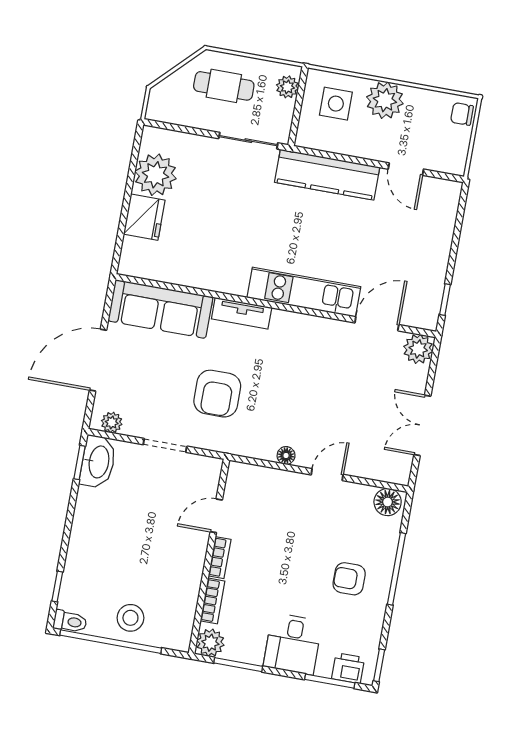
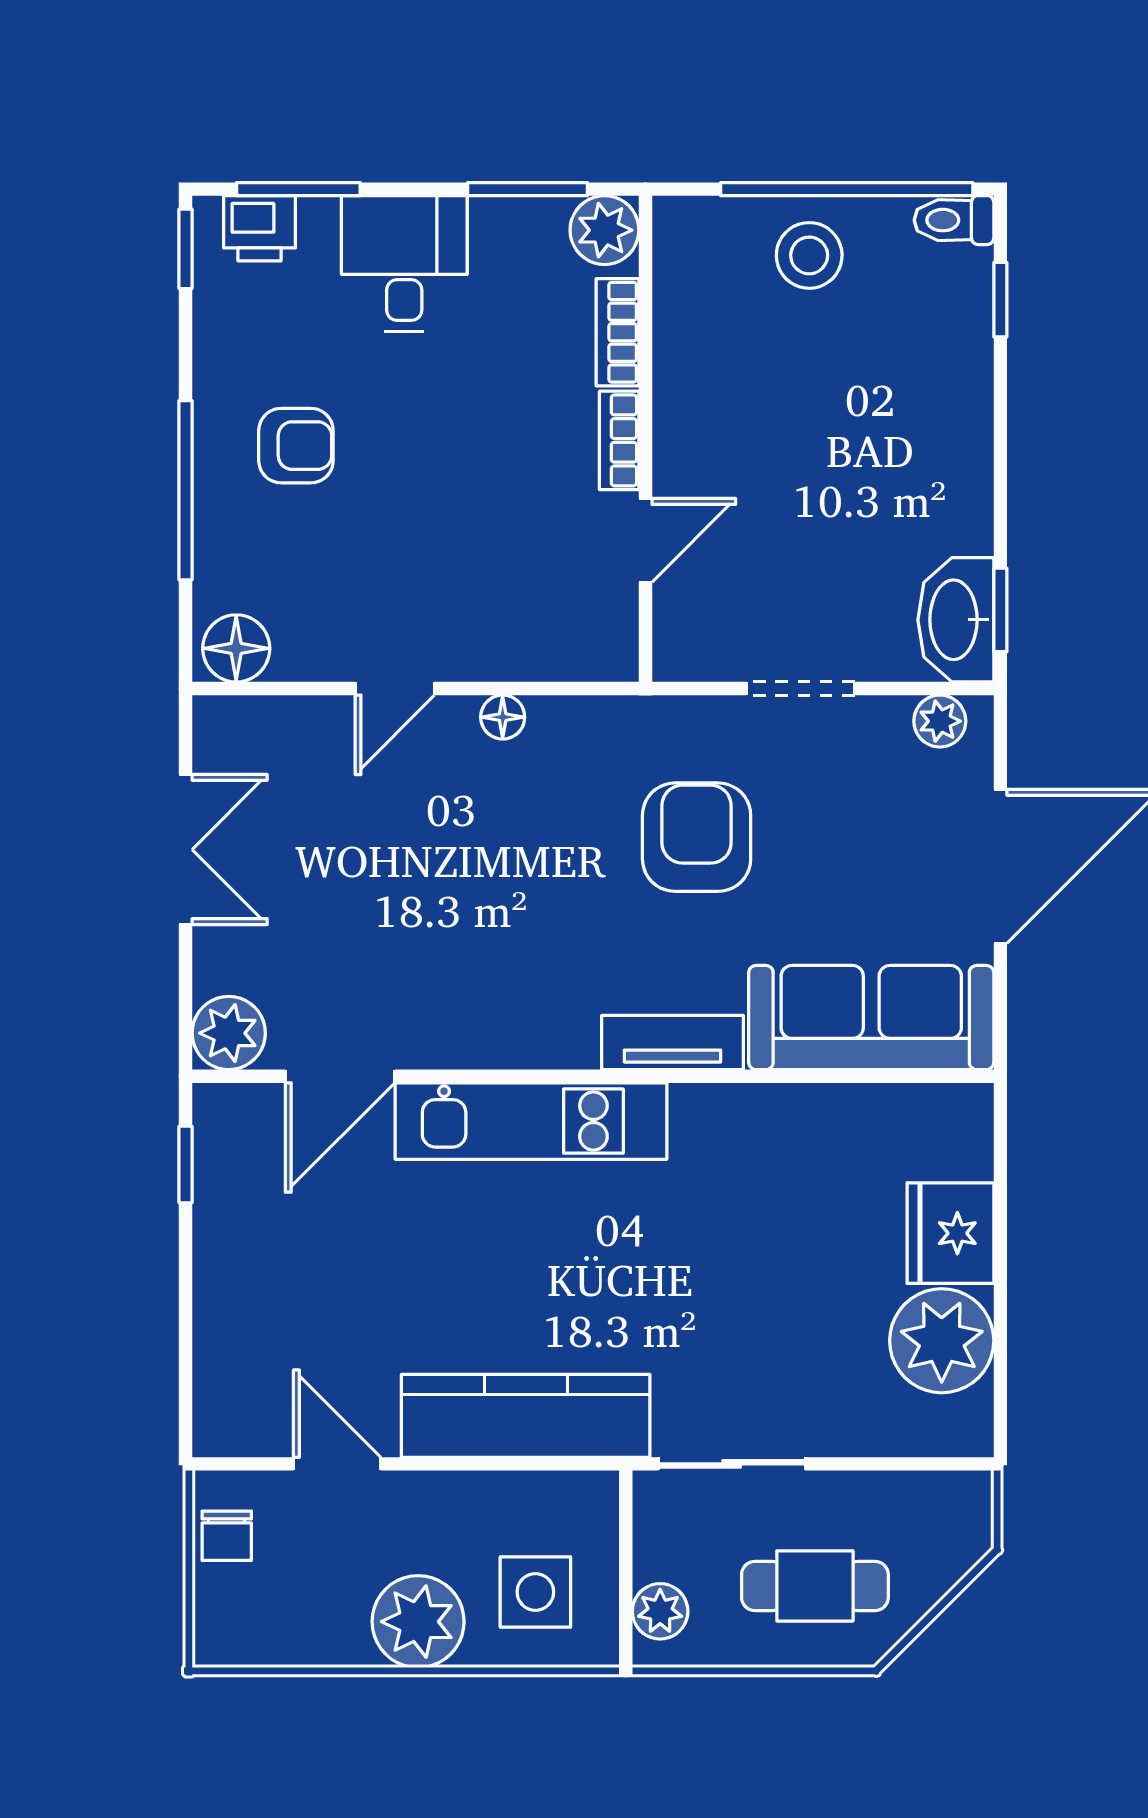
chair: (462, 114) -> (227, 1536), moved, turned 90

